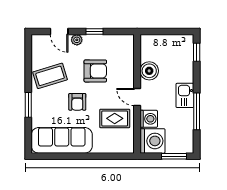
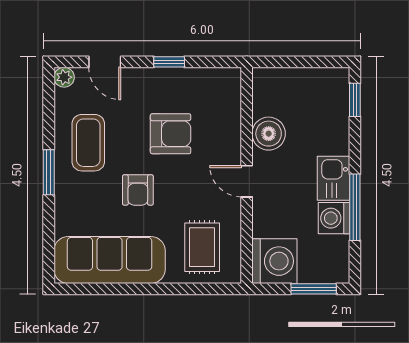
plant: (77, 40) -> (64, 77), moved
coffee table: (50, 76) -> (88, 143), turned -73
window: (28, 105) -> (49, 172), moved
rug: (115, 118) -> (202, 247), moved, turned 90
washing machine: (149, 119) -> (334, 218), moved, turned 180

